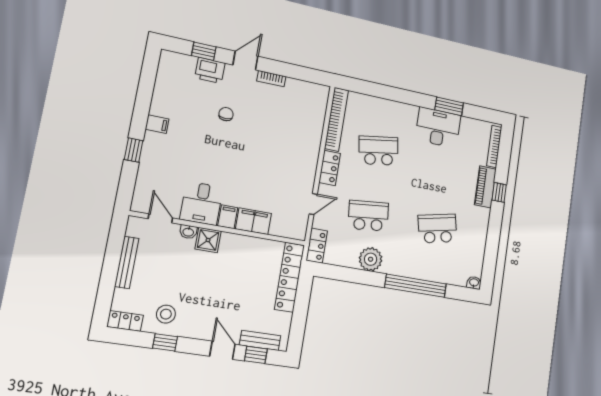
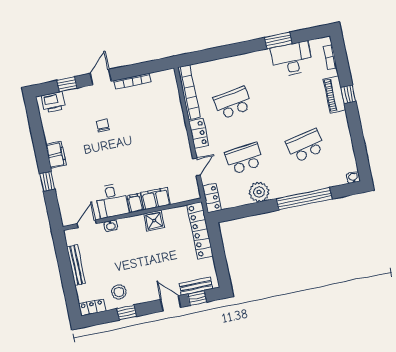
printer: (210, 70) -> (53, 102), moved
bookcase: (271, 79) -> (132, 81), width x1.56
filing cabinet: (157, 124) -> (56, 155), width x2.00
desk: (438, 128) -> (292, 59), moved
bookcase: (494, 146) -> (330, 57), width x0.64
door: (160, 218) -> (87, 224), hinge flipped
shower: (208, 240) -> (154, 221), moved

